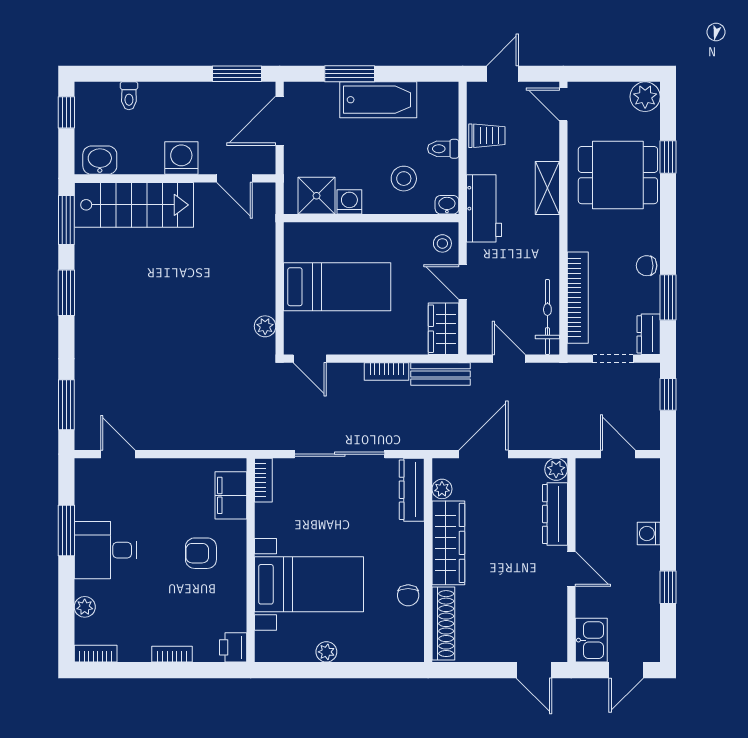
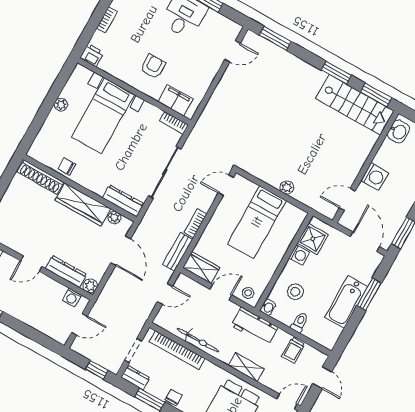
stairs: (134, 205) -> (355, 105), moved, turned -90
bicycle: (547, 317) -> (198, 340), moved
plant: (265, 326) -> (287, 187), moved
washing machine: (649, 533) -> (72, 298), moved, turned 180

